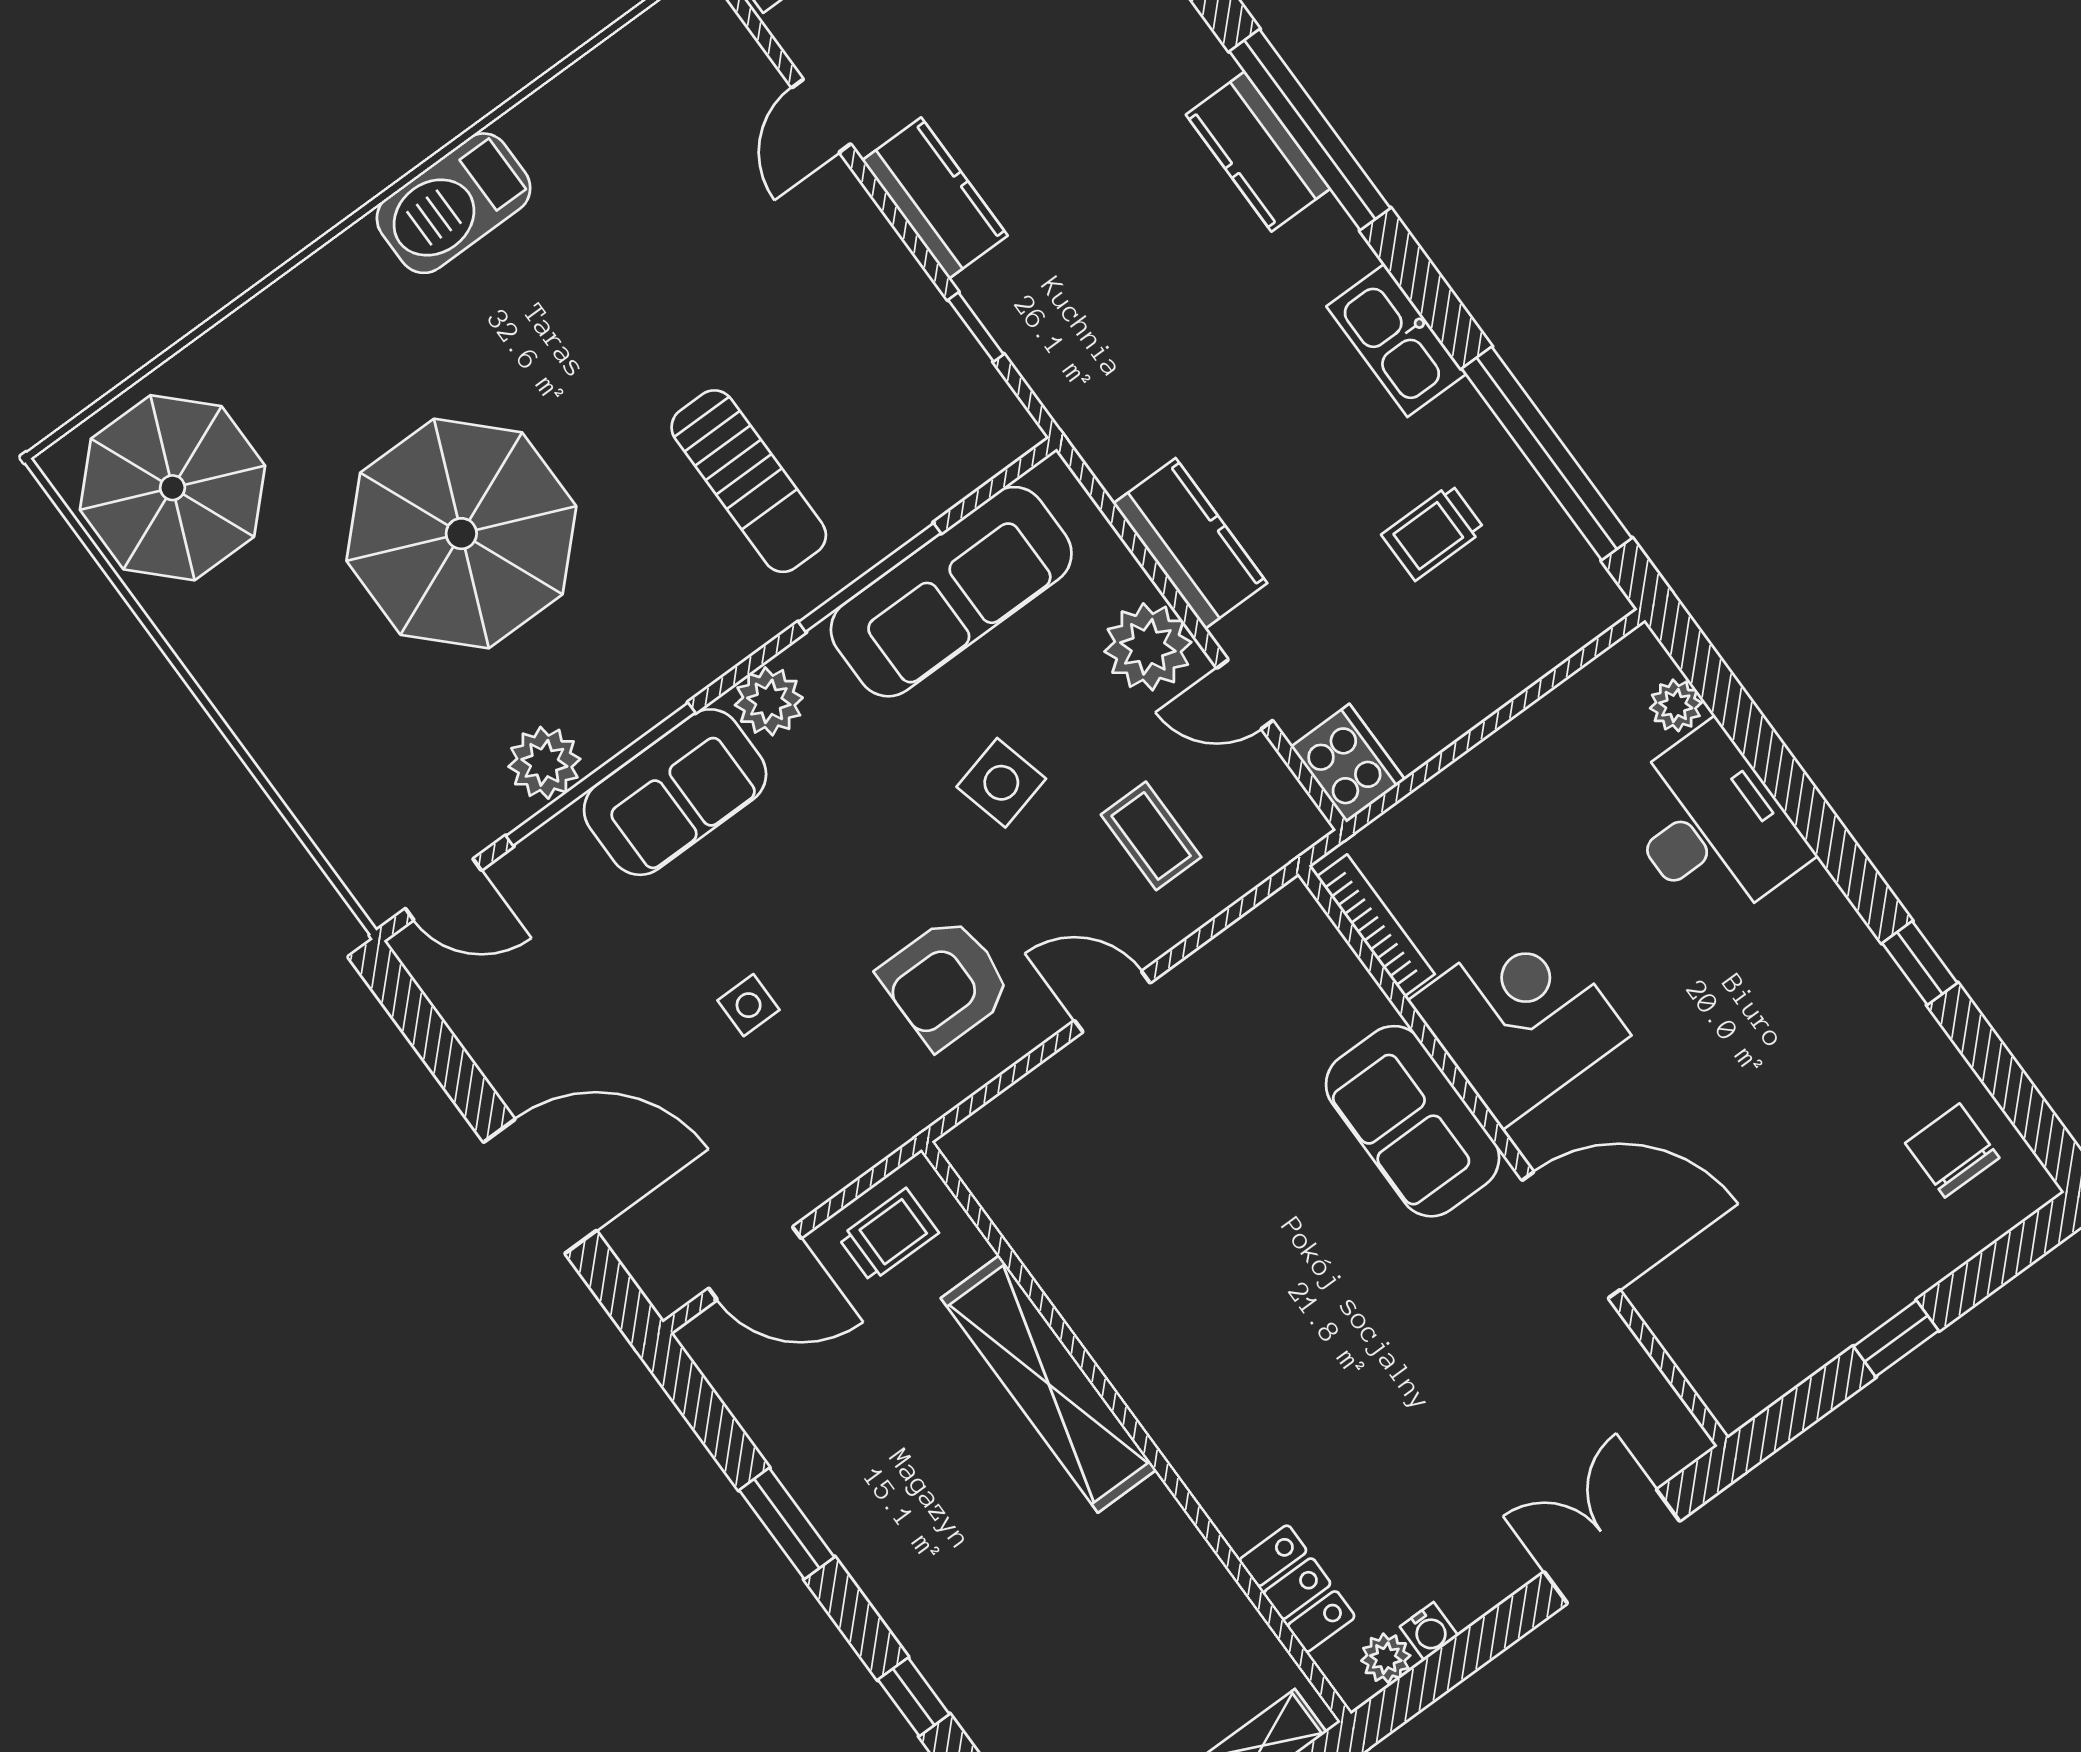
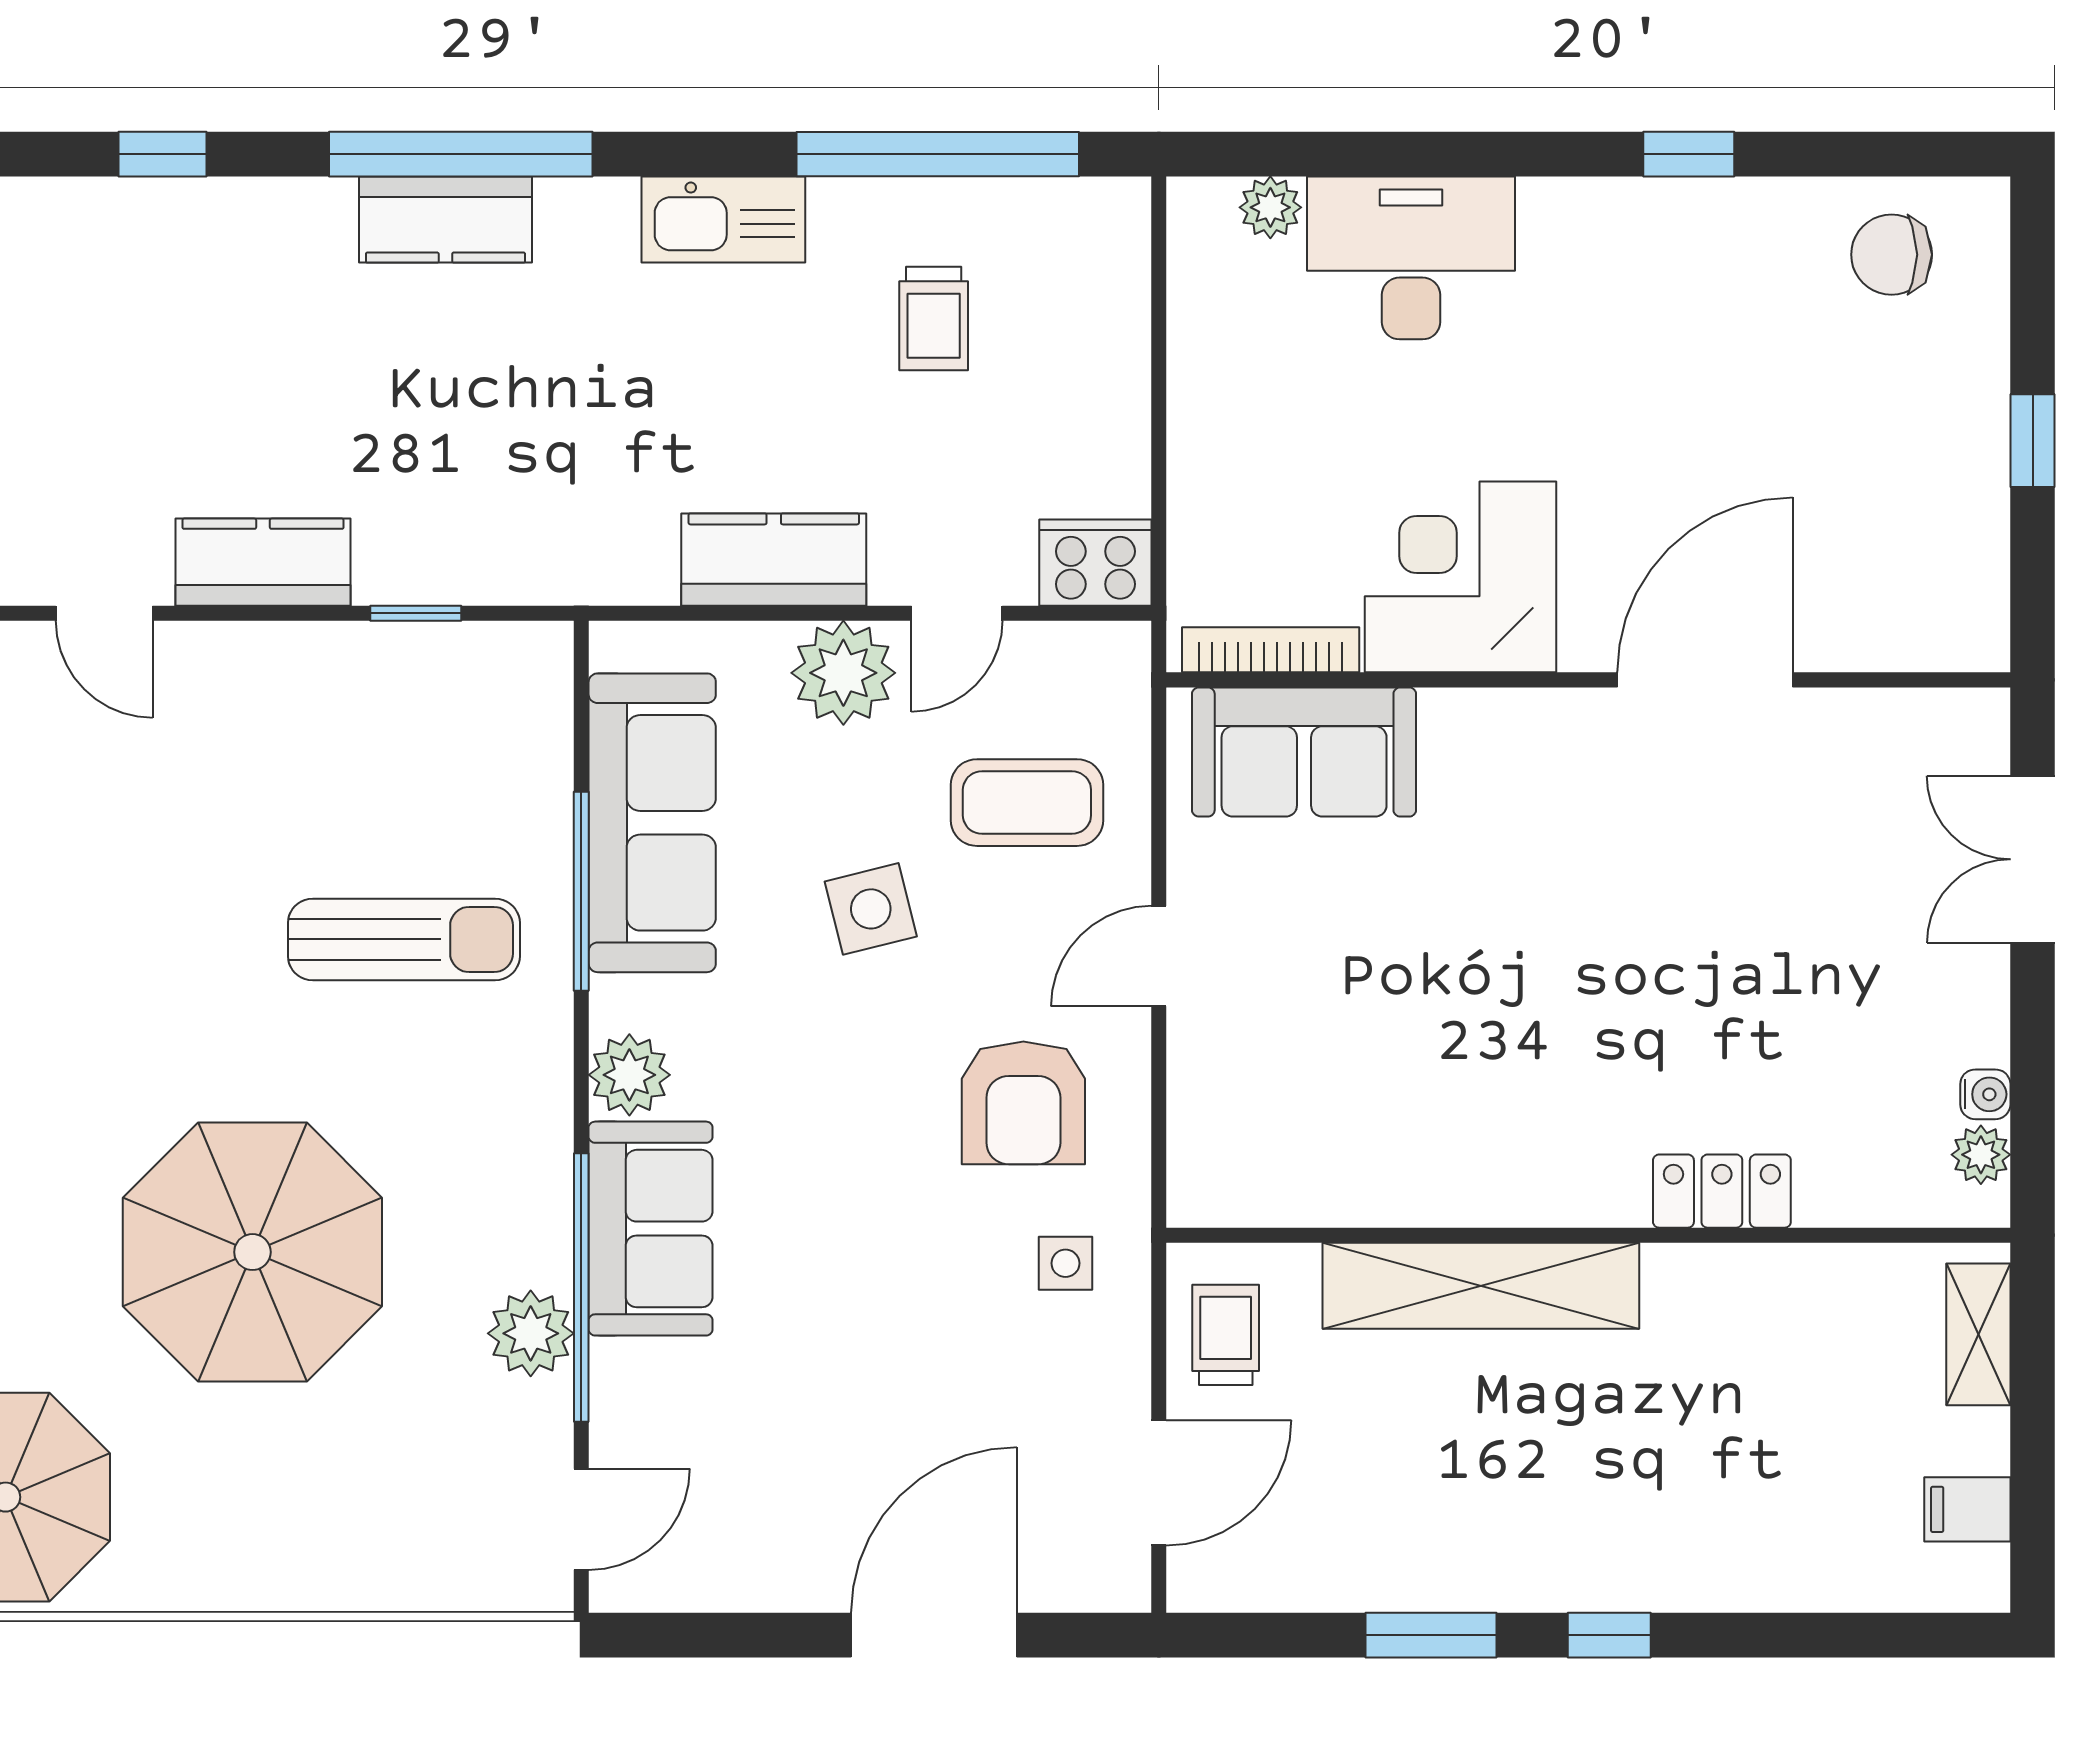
coffee table: (1151, 836) -> (1027, 803), width x1.36, depth x1.30
side table: (749, 1005) -> (1065, 1263), moved
sofa: (1413, 1121) -> (1304, 752), moved
locker: (1297, 1589) -> (1722, 1191), moved
window: (914, 1697) -> (1609, 1635), moved

